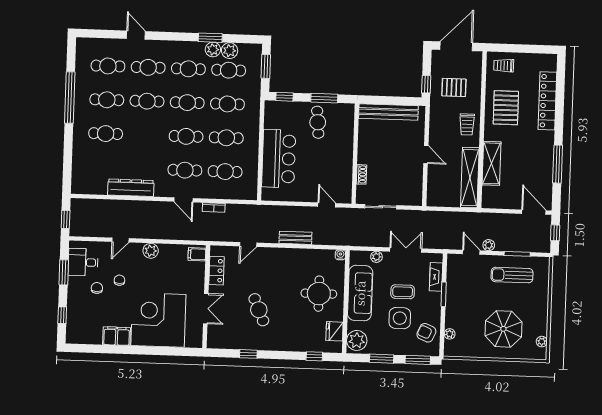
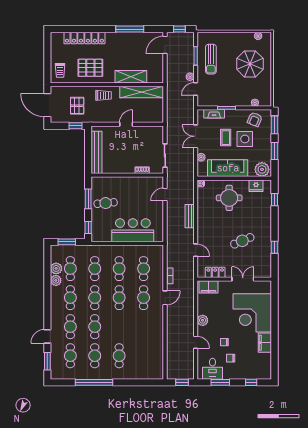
window: (210, 38) -> (47, 361), moved
dresser: (131, 188) -> (158, 336), removed
filing cabinet: (197, 254) -> (209, 287), width x2.00

